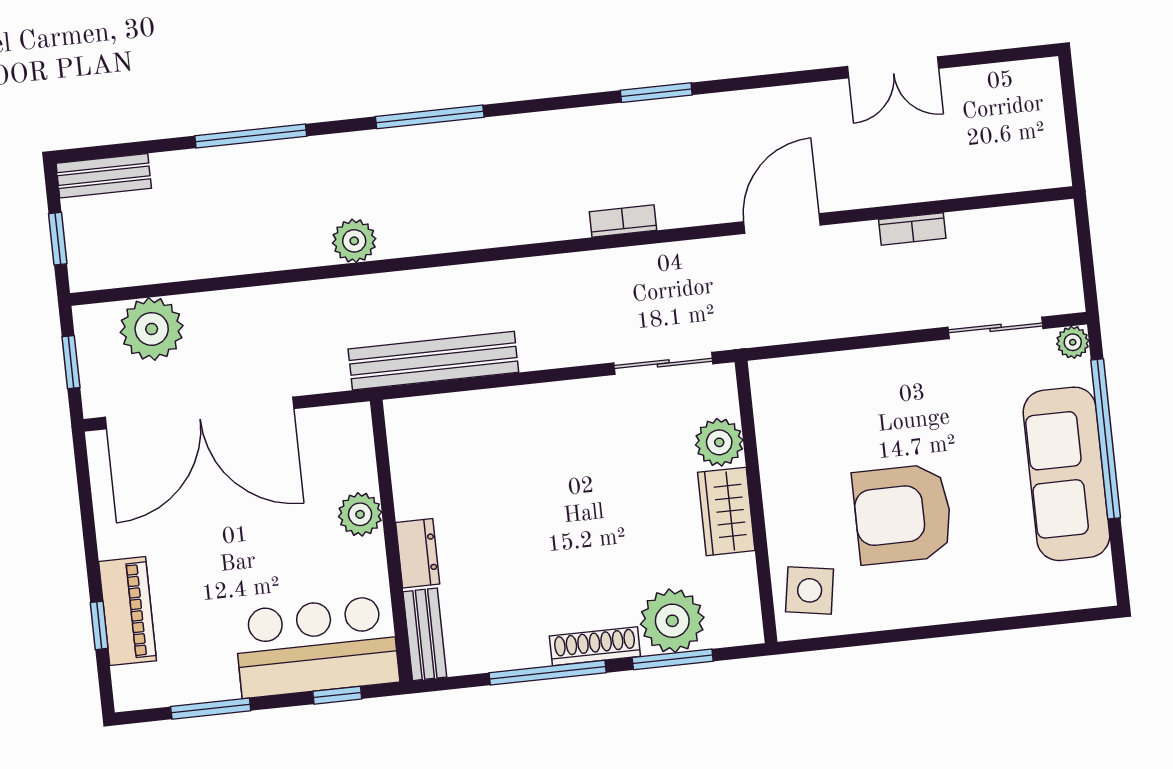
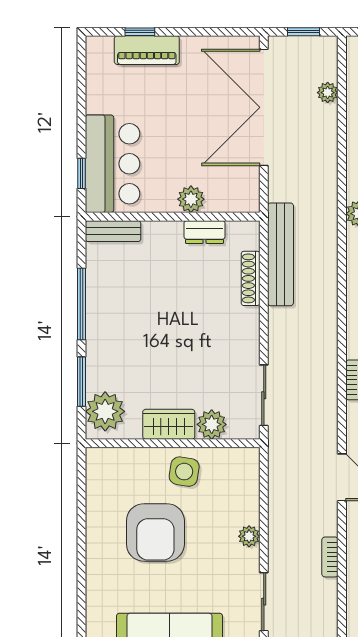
plant: (152, 329) -> (328, 93), width x0.53, depth x0.53
plant: (893, 363) -> (249, 536), added
armchair: (903, 514) -> (155, 532), turned 180
dresser: (418, 553) -> (204, 232), moved
side table: (810, 590) -> (184, 472), moved
plant: (672, 621) -> (105, 411), moved
shoe rack: (595, 646) -> (251, 278), moved, turned 180
window: (211, 709) -> (81, 95), removed

